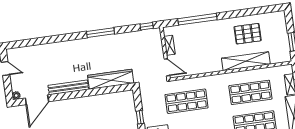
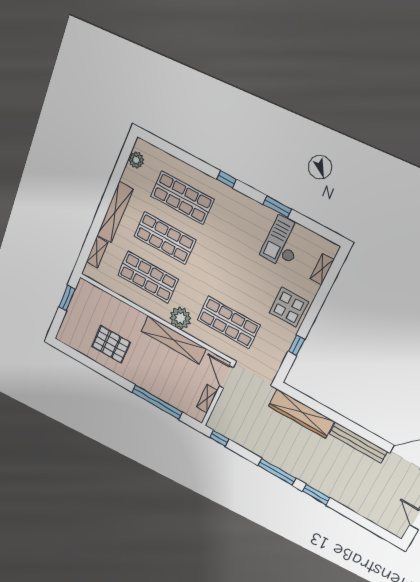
window: (70, 37) -> (316, 495), added
shelving: (246, 61) -> (174, 340), moved
plant: (216, 82) -> (180, 318), added

